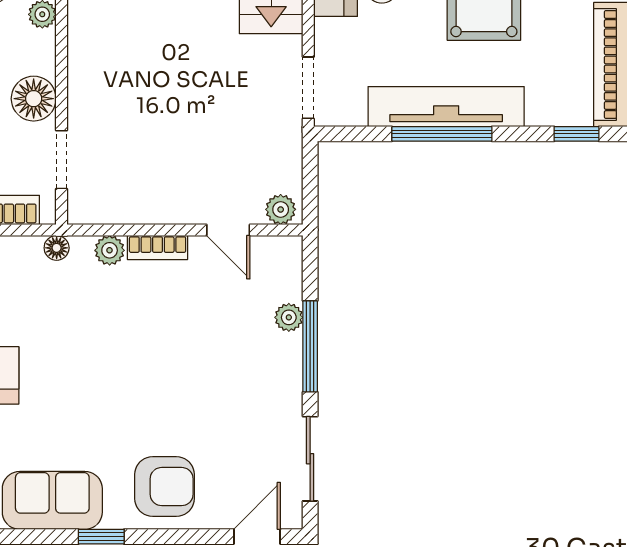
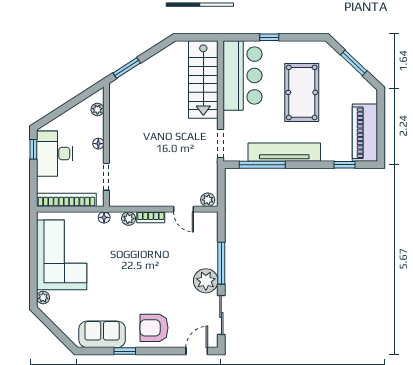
floor lamp: (34, 99) -> (98, 144), width x0.53, depth x0.53
window: (442, 134) -> (262, 165), moved
plant: (289, 317) -> (206, 281), moved, width x1.87, depth x1.87
armchair: (164, 487) -> (154, 328), turned 180

